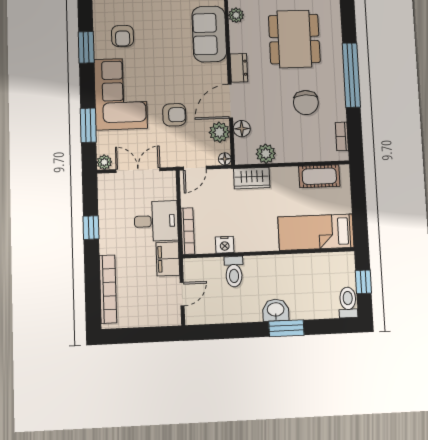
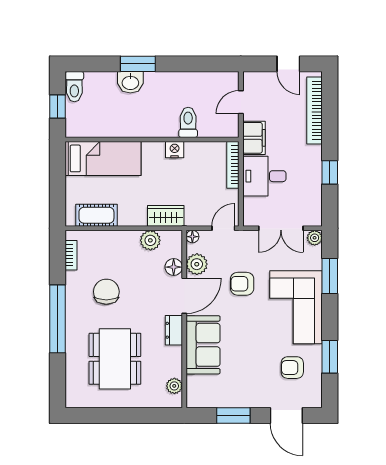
sofa: (209, 34) -> (203, 345), moved
armchair: (123, 36) -> (292, 368), turned -90
nightstand: (225, 245) -> (175, 150), moved
washbasin: (276, 310) -> (130, 82), moved
door: (136, 335) -> (288, 64), added

